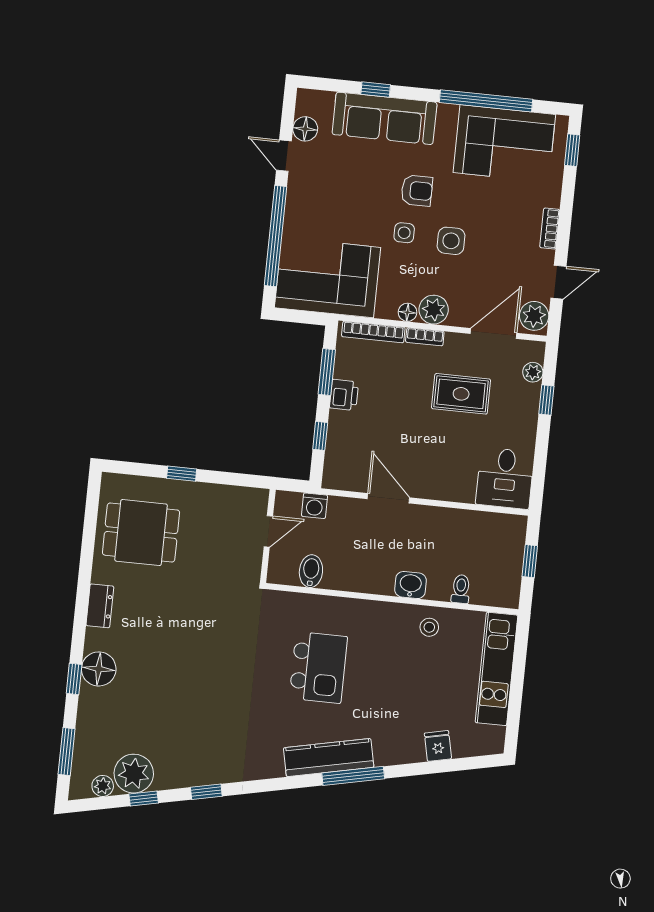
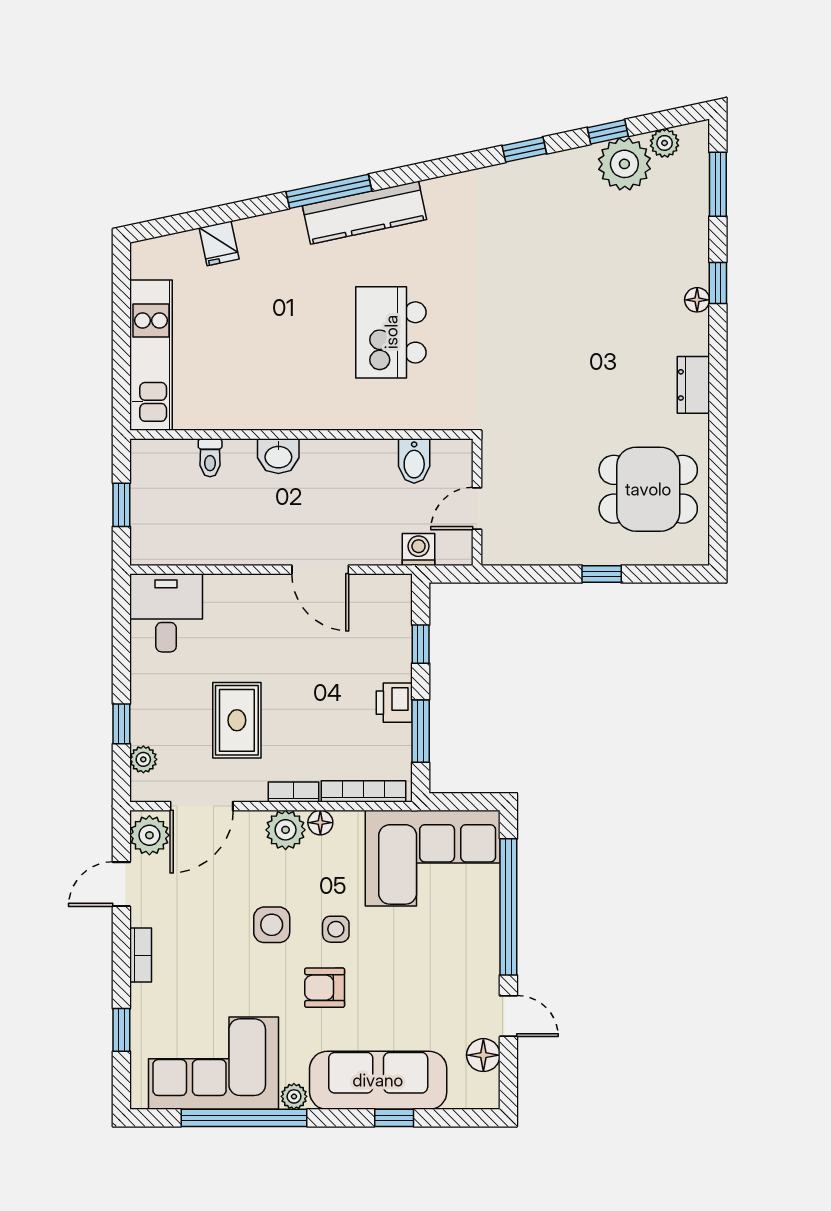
plant: (448, 113) -> (294, 1096), added
window: (572, 150) -> (121, 1030), moved
rug: (461, 394) -> (237, 720), turned 90
stool: (429, 627) -> (247, 402), removed
floor lamp: (99, 669) -> (697, 300), width x0.53, depth x0.53

